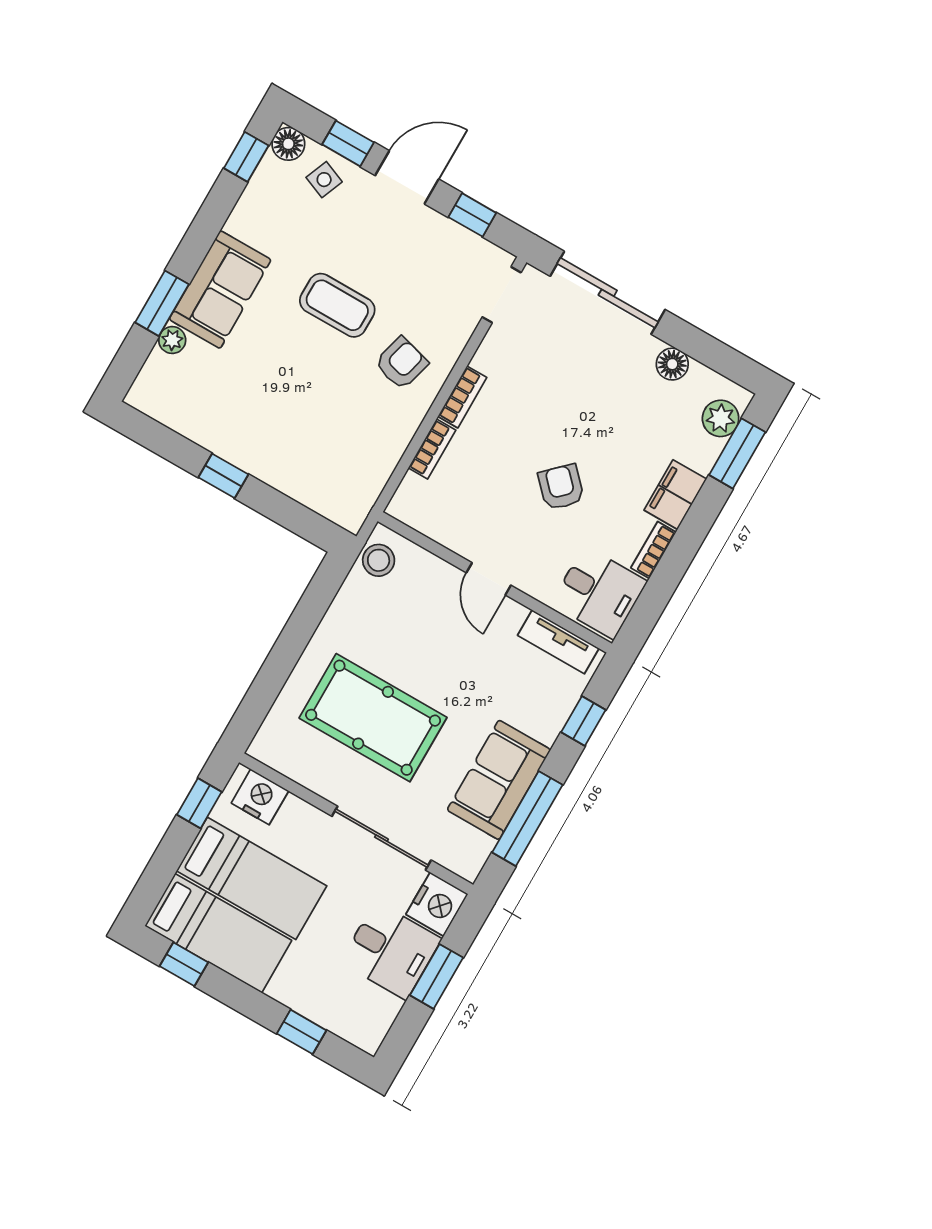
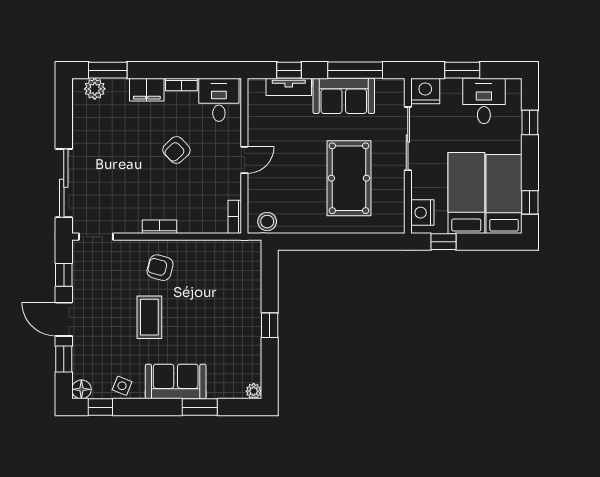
side table: (324, 180) -> (122, 386), moved
plant: (172, 340) -> (254, 391), moved
floor lamp: (672, 364) -> (81, 129), removed
bookcase: (432, 449) -> (235, 217), moved, turned -90
tv unit: (558, 642) -> (289, 87), moved, turned 90
desk: (391, 951) -> (484, 101), moved

